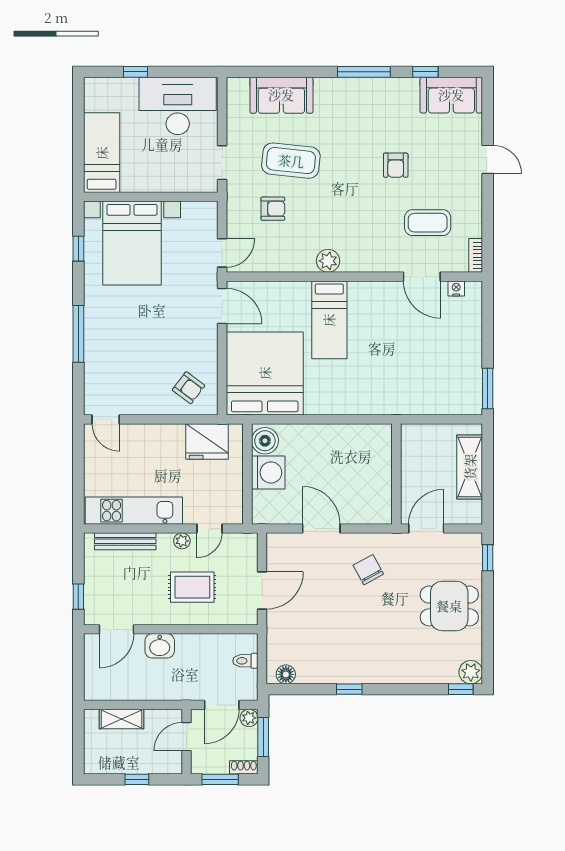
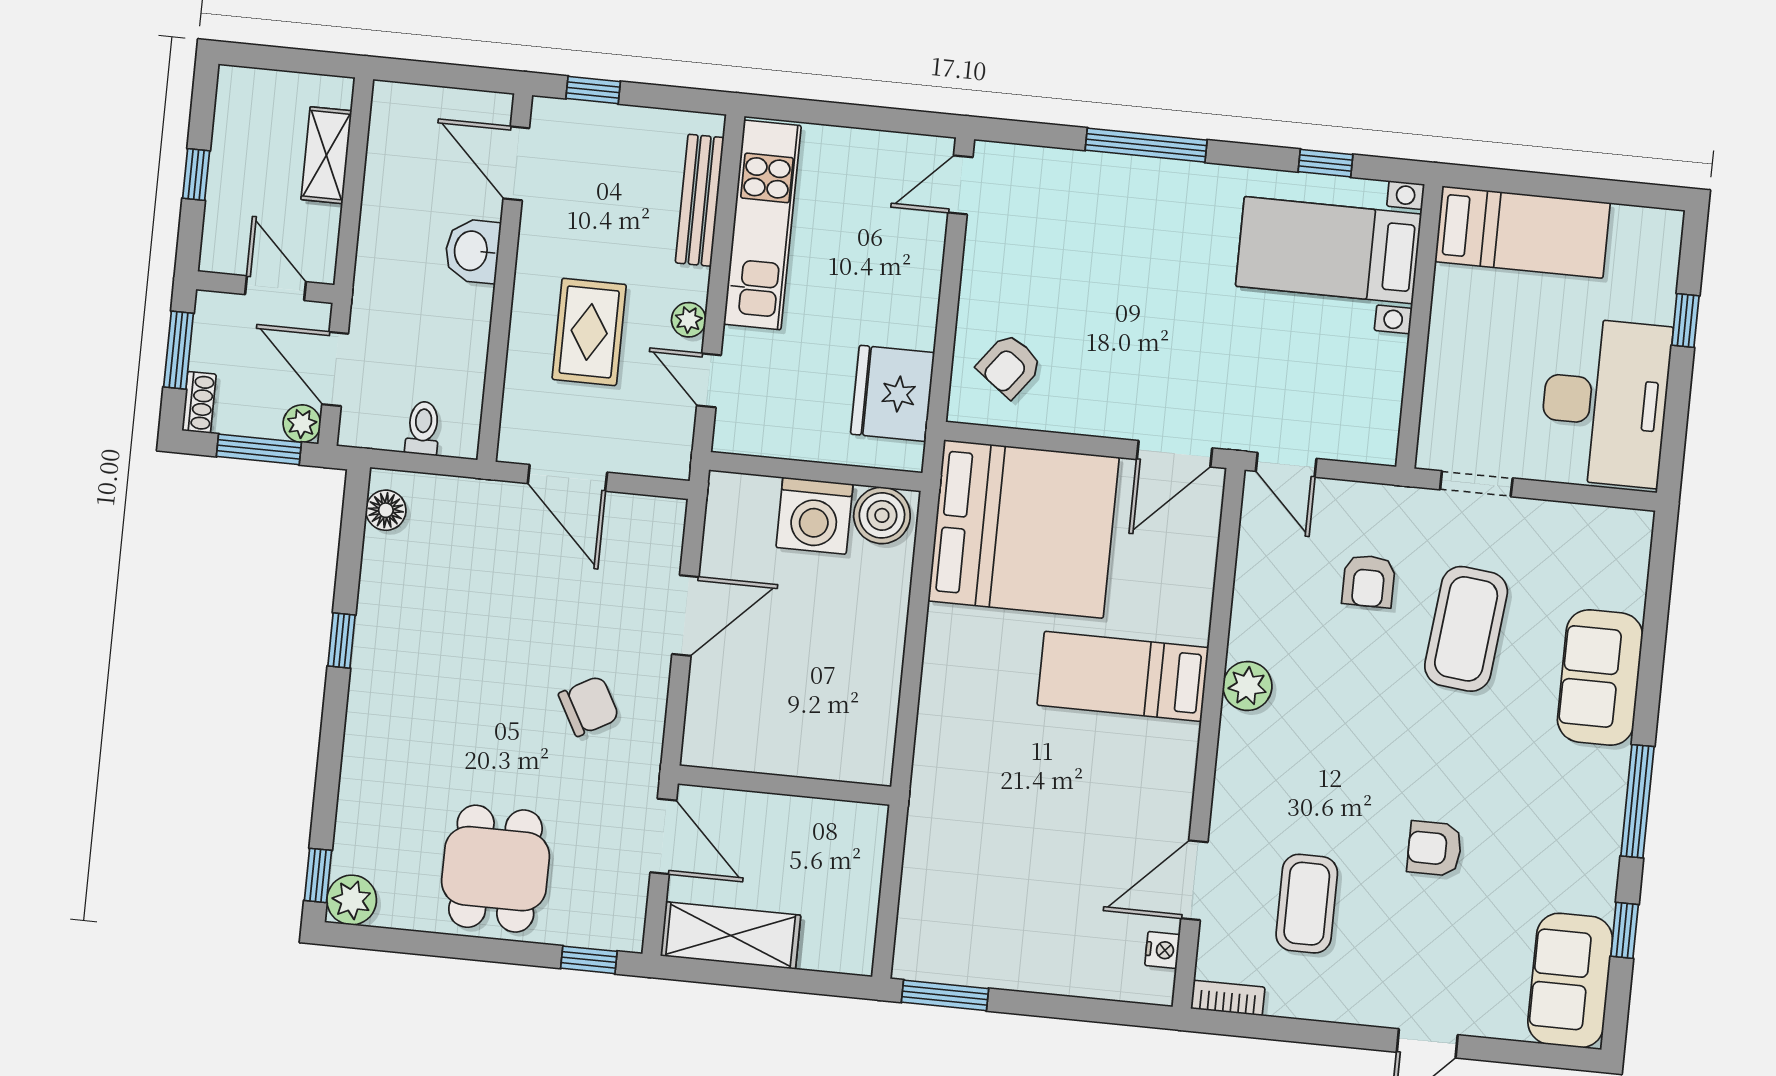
sofa: (281, 95) -> (1600, 677), moved
bed with nightstands: (132, 243) -> (1329, 250), width x0.73
shelving: (470, 467) -> (731, 935), moved

